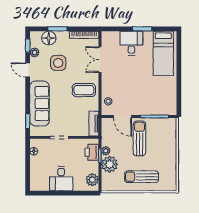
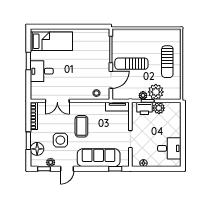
coffee table: (84, 90) -> (81, 126), moved
desk: (61, 179) -> (169, 148), moved
plant: (92, 180) -> (159, 108), moved

